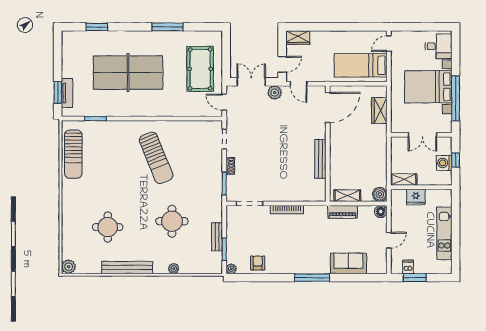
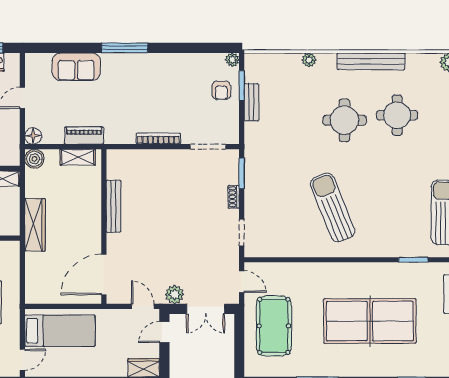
wardrobe: (379, 110) -> (35, 225), moved, width x1.50
round table: (172, 221) -> (345, 120), moved
armchair: (258, 263) -> (221, 90), moved

